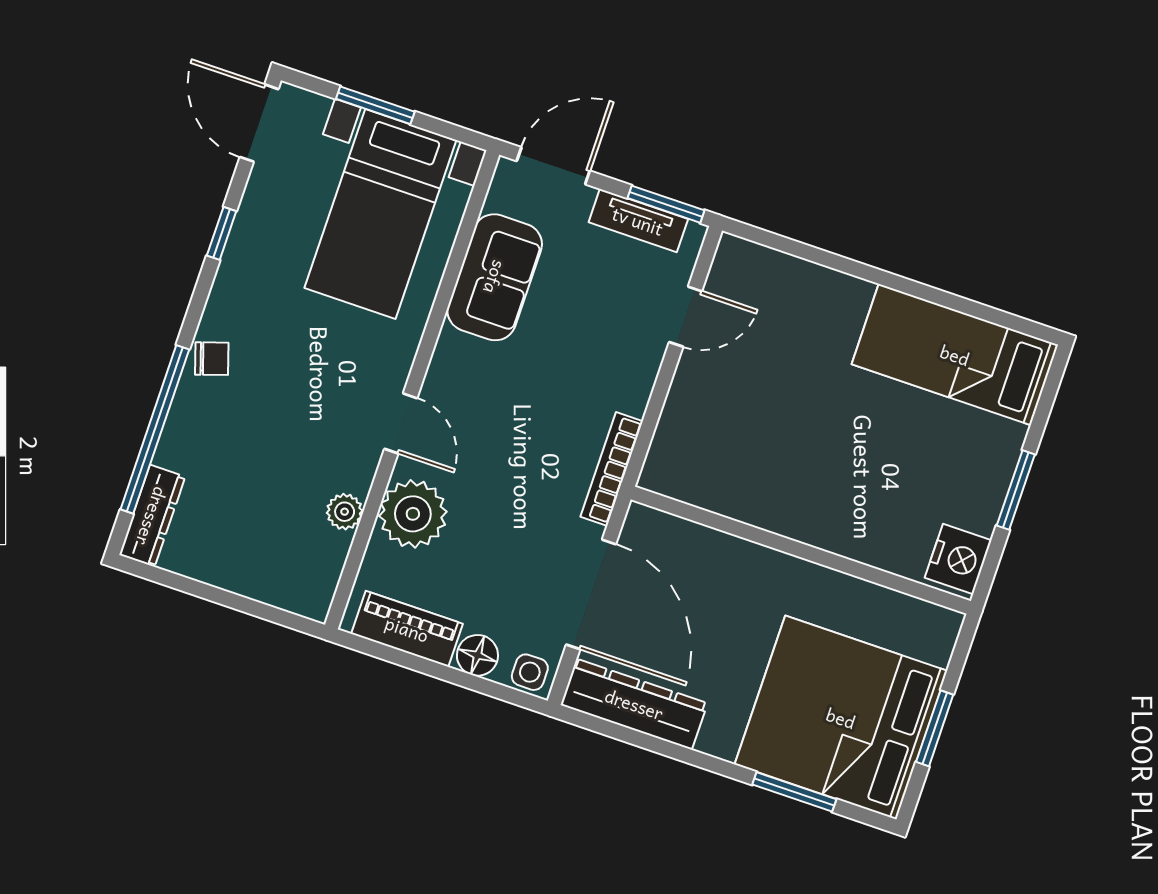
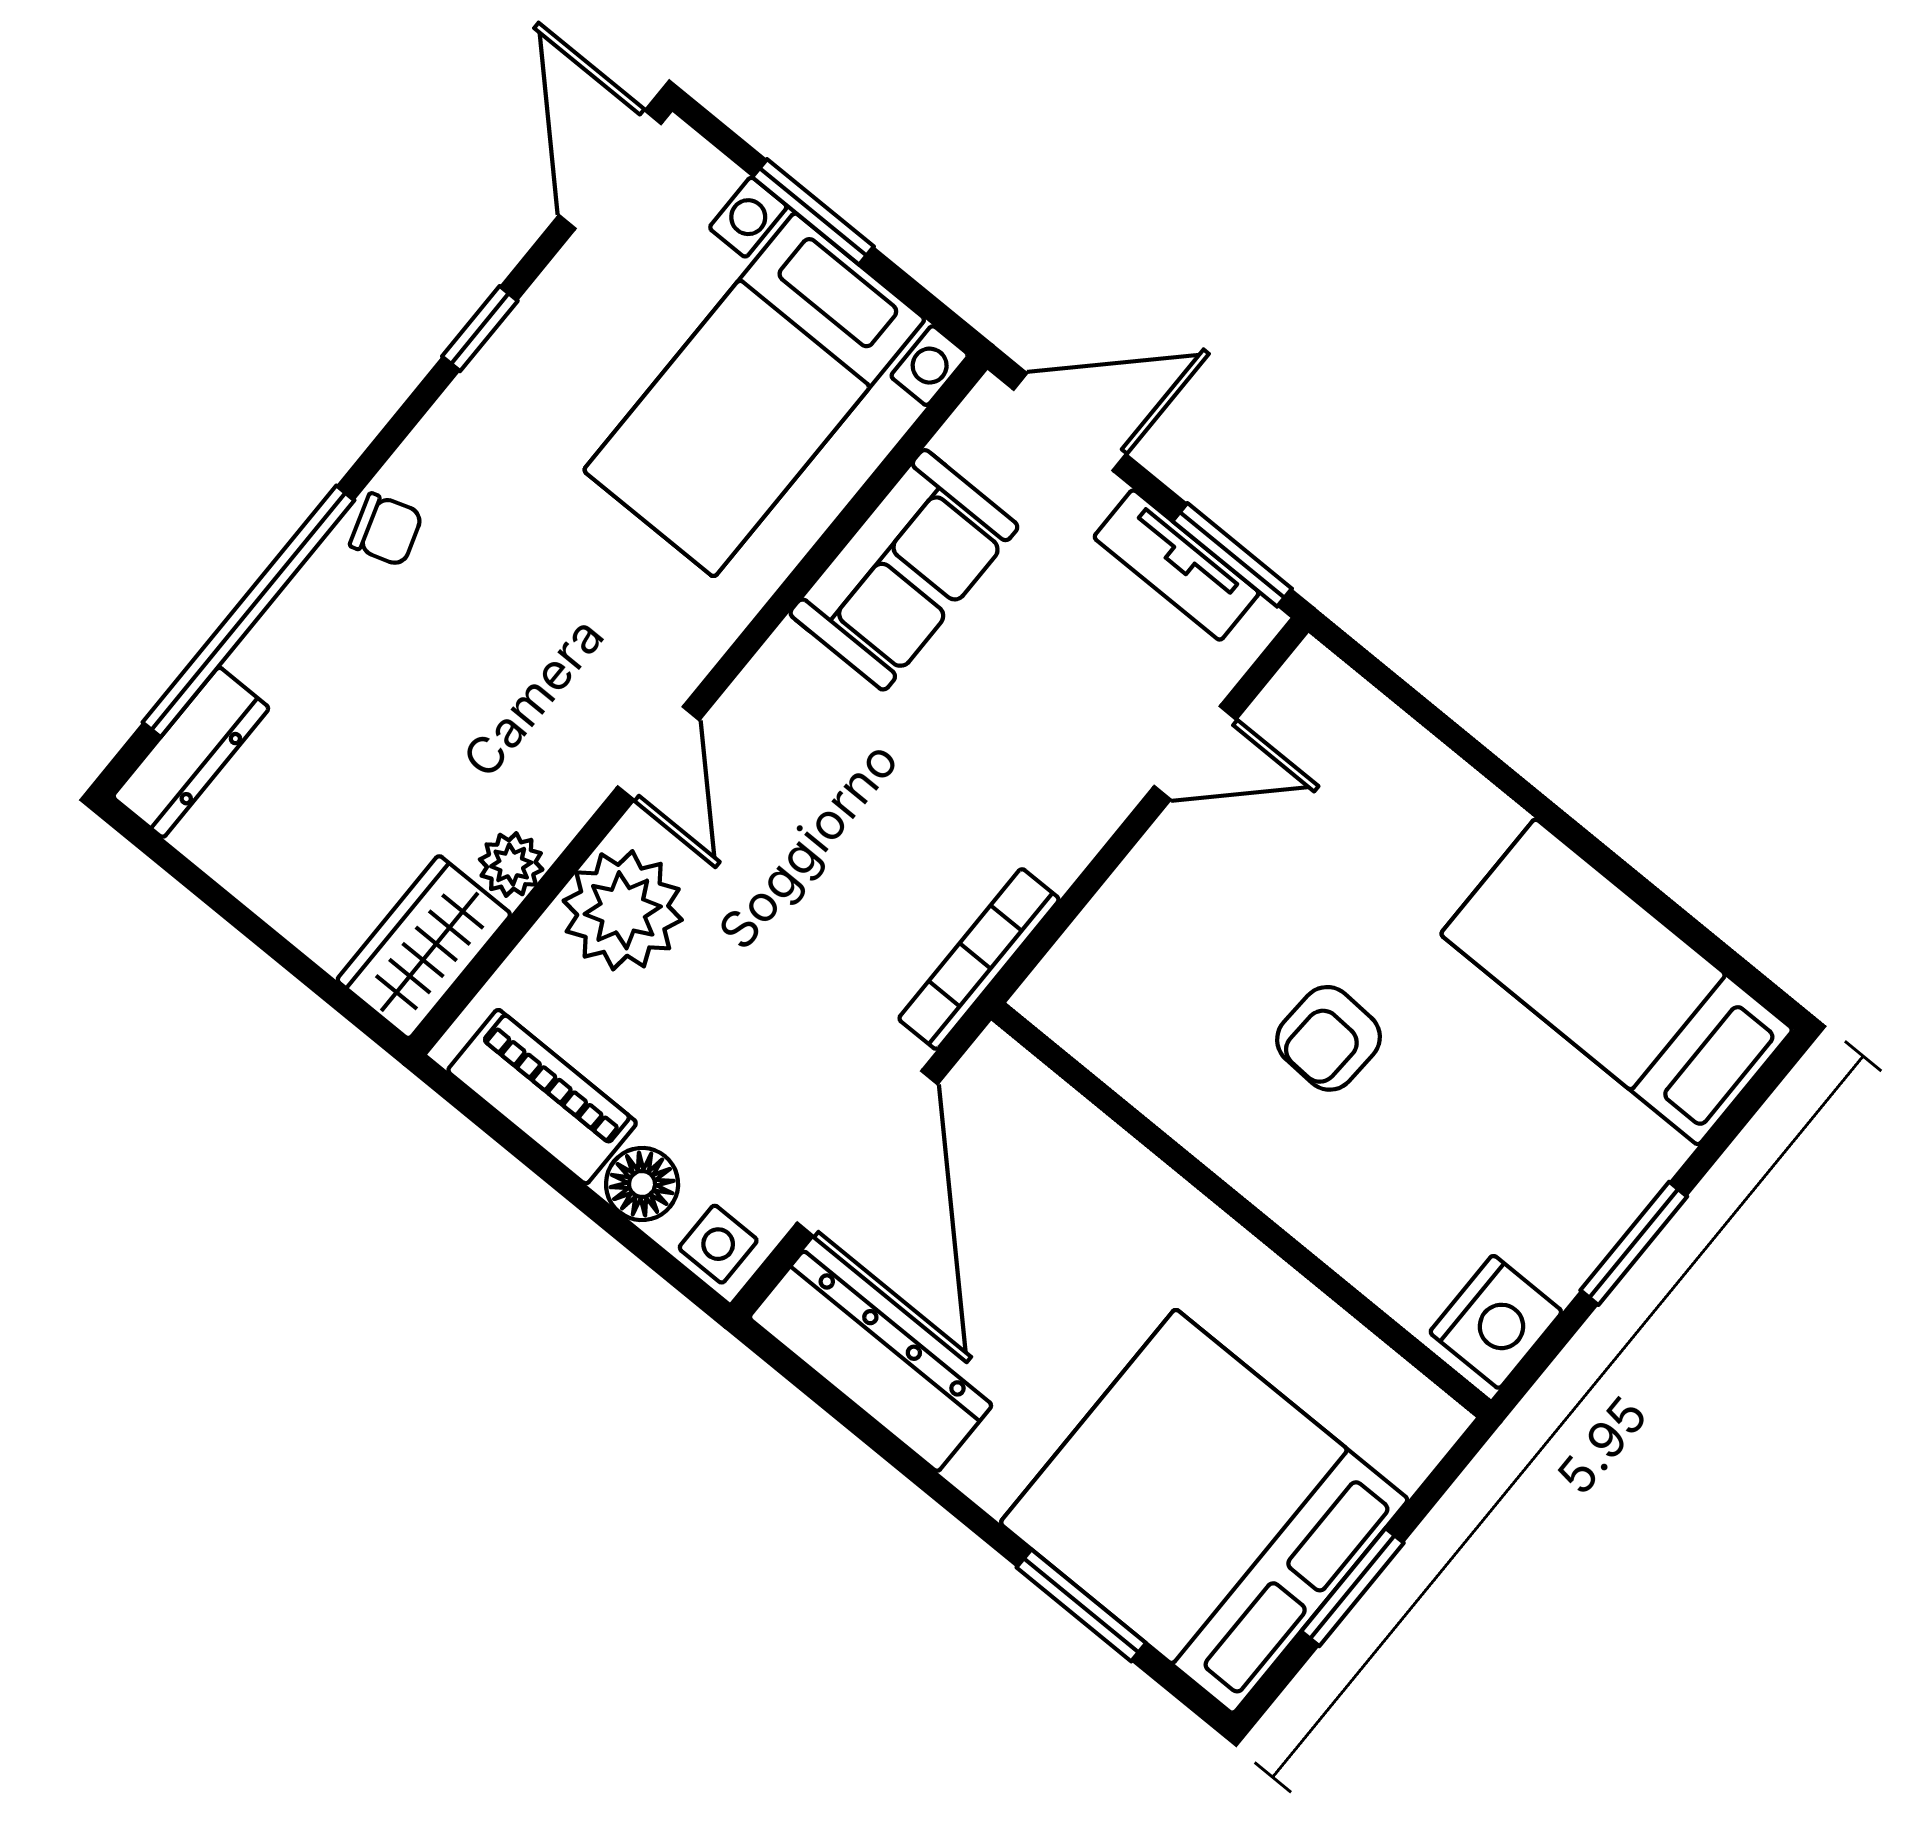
armchair: (813, 442) -> (1328, 1038), added
wardrobe: (315, 573) -> (424, 947), added

